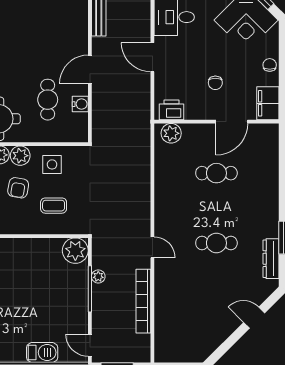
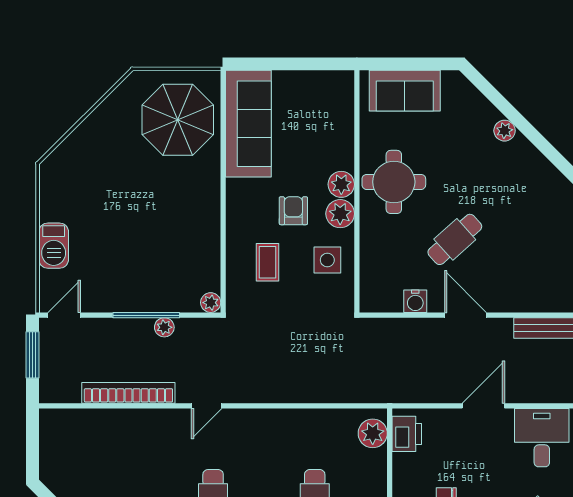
cafe table: (48, 100) -> (455, 239), moved, turned -42
armchair: (18, 188) -> (293, 211), turned 80
plant: (75, 251) -> (211, 303), width x0.53, depth x0.53

